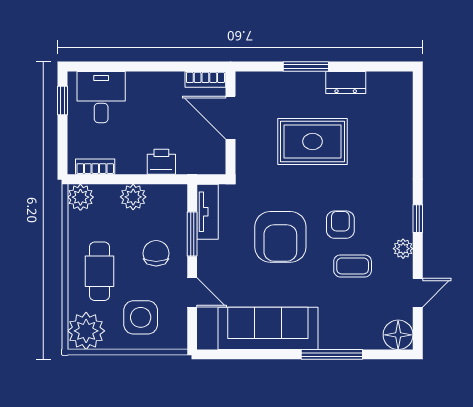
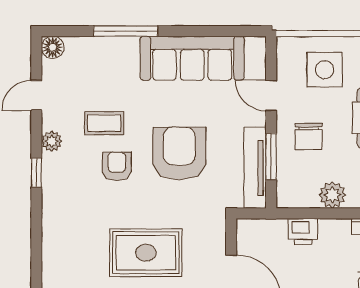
tv unit: (208, 212) -> (255, 168), width x1.41
armchair: (340, 225) -> (117, 166), turned 180
floor lamp: (398, 335) -> (53, 47), width x0.73, depth x0.73

